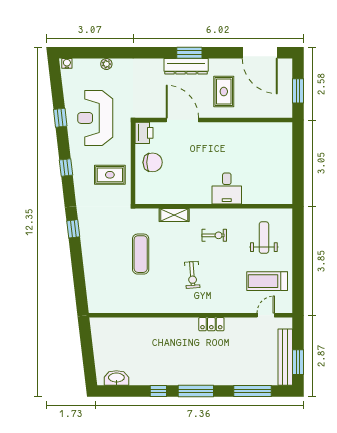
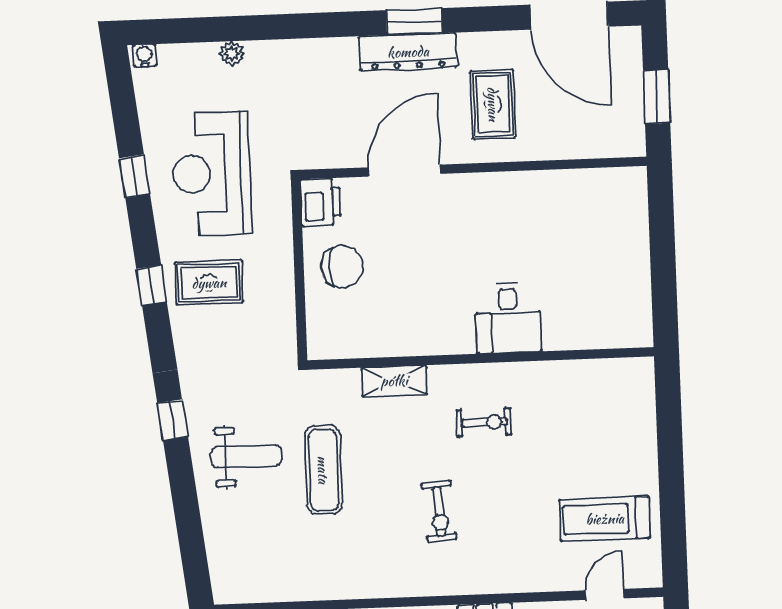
door: (182, 120) -> (404, 171), hinge flipped
rug: (110, 175) -> (209, 283), moved
weight bench: (264, 238) -> (246, 456), moved, turned 90

